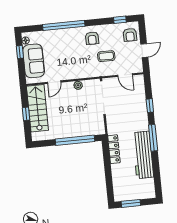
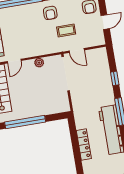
door: (125, 75) -> (77, 50), moved
window: (75, 140) -> (25, 122), moved
locker: (114, 149) -> (84, 144), moved

